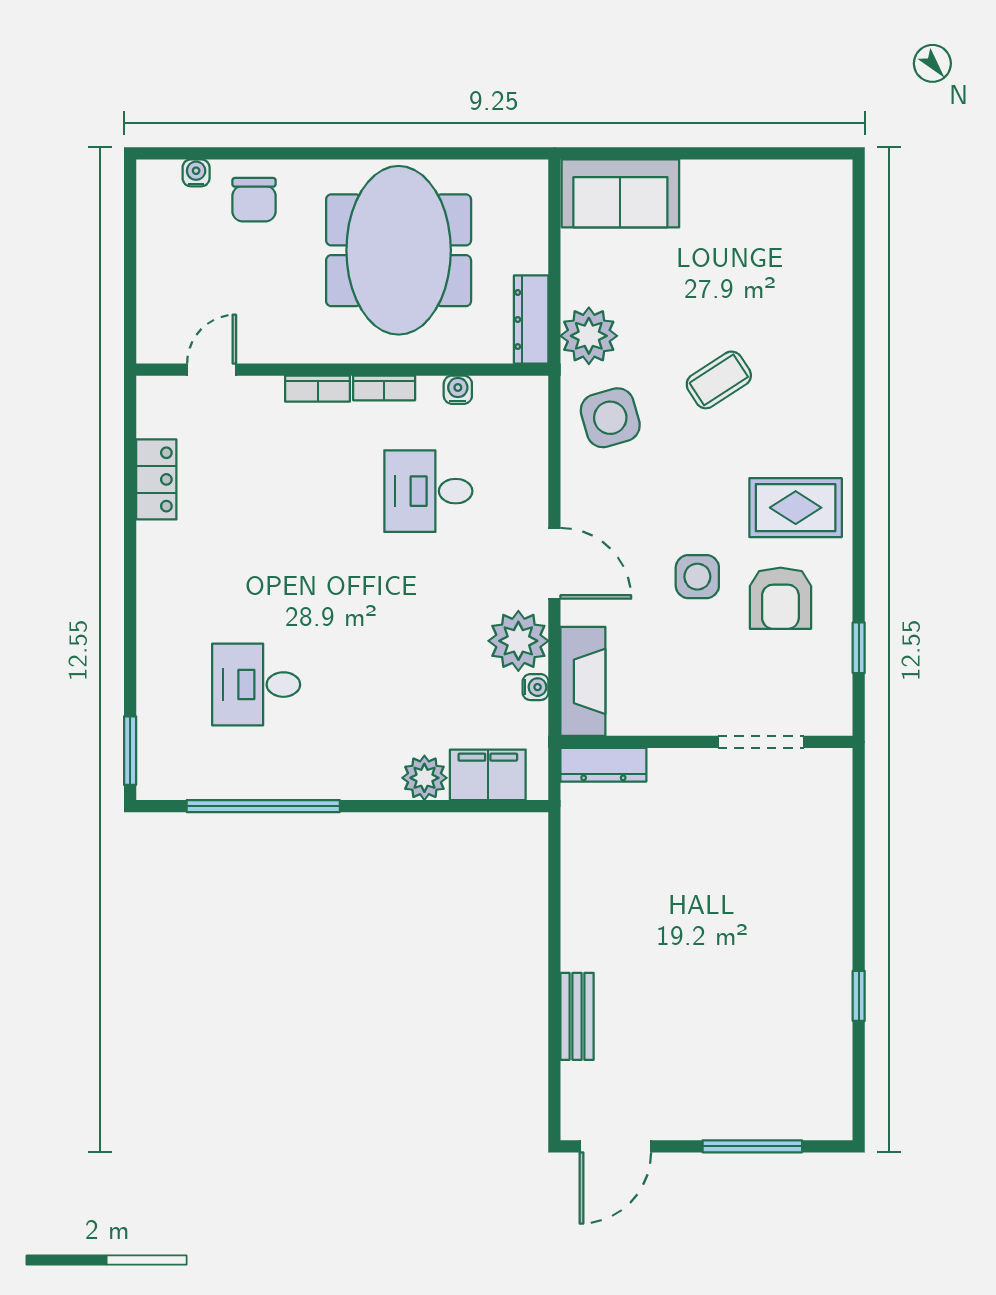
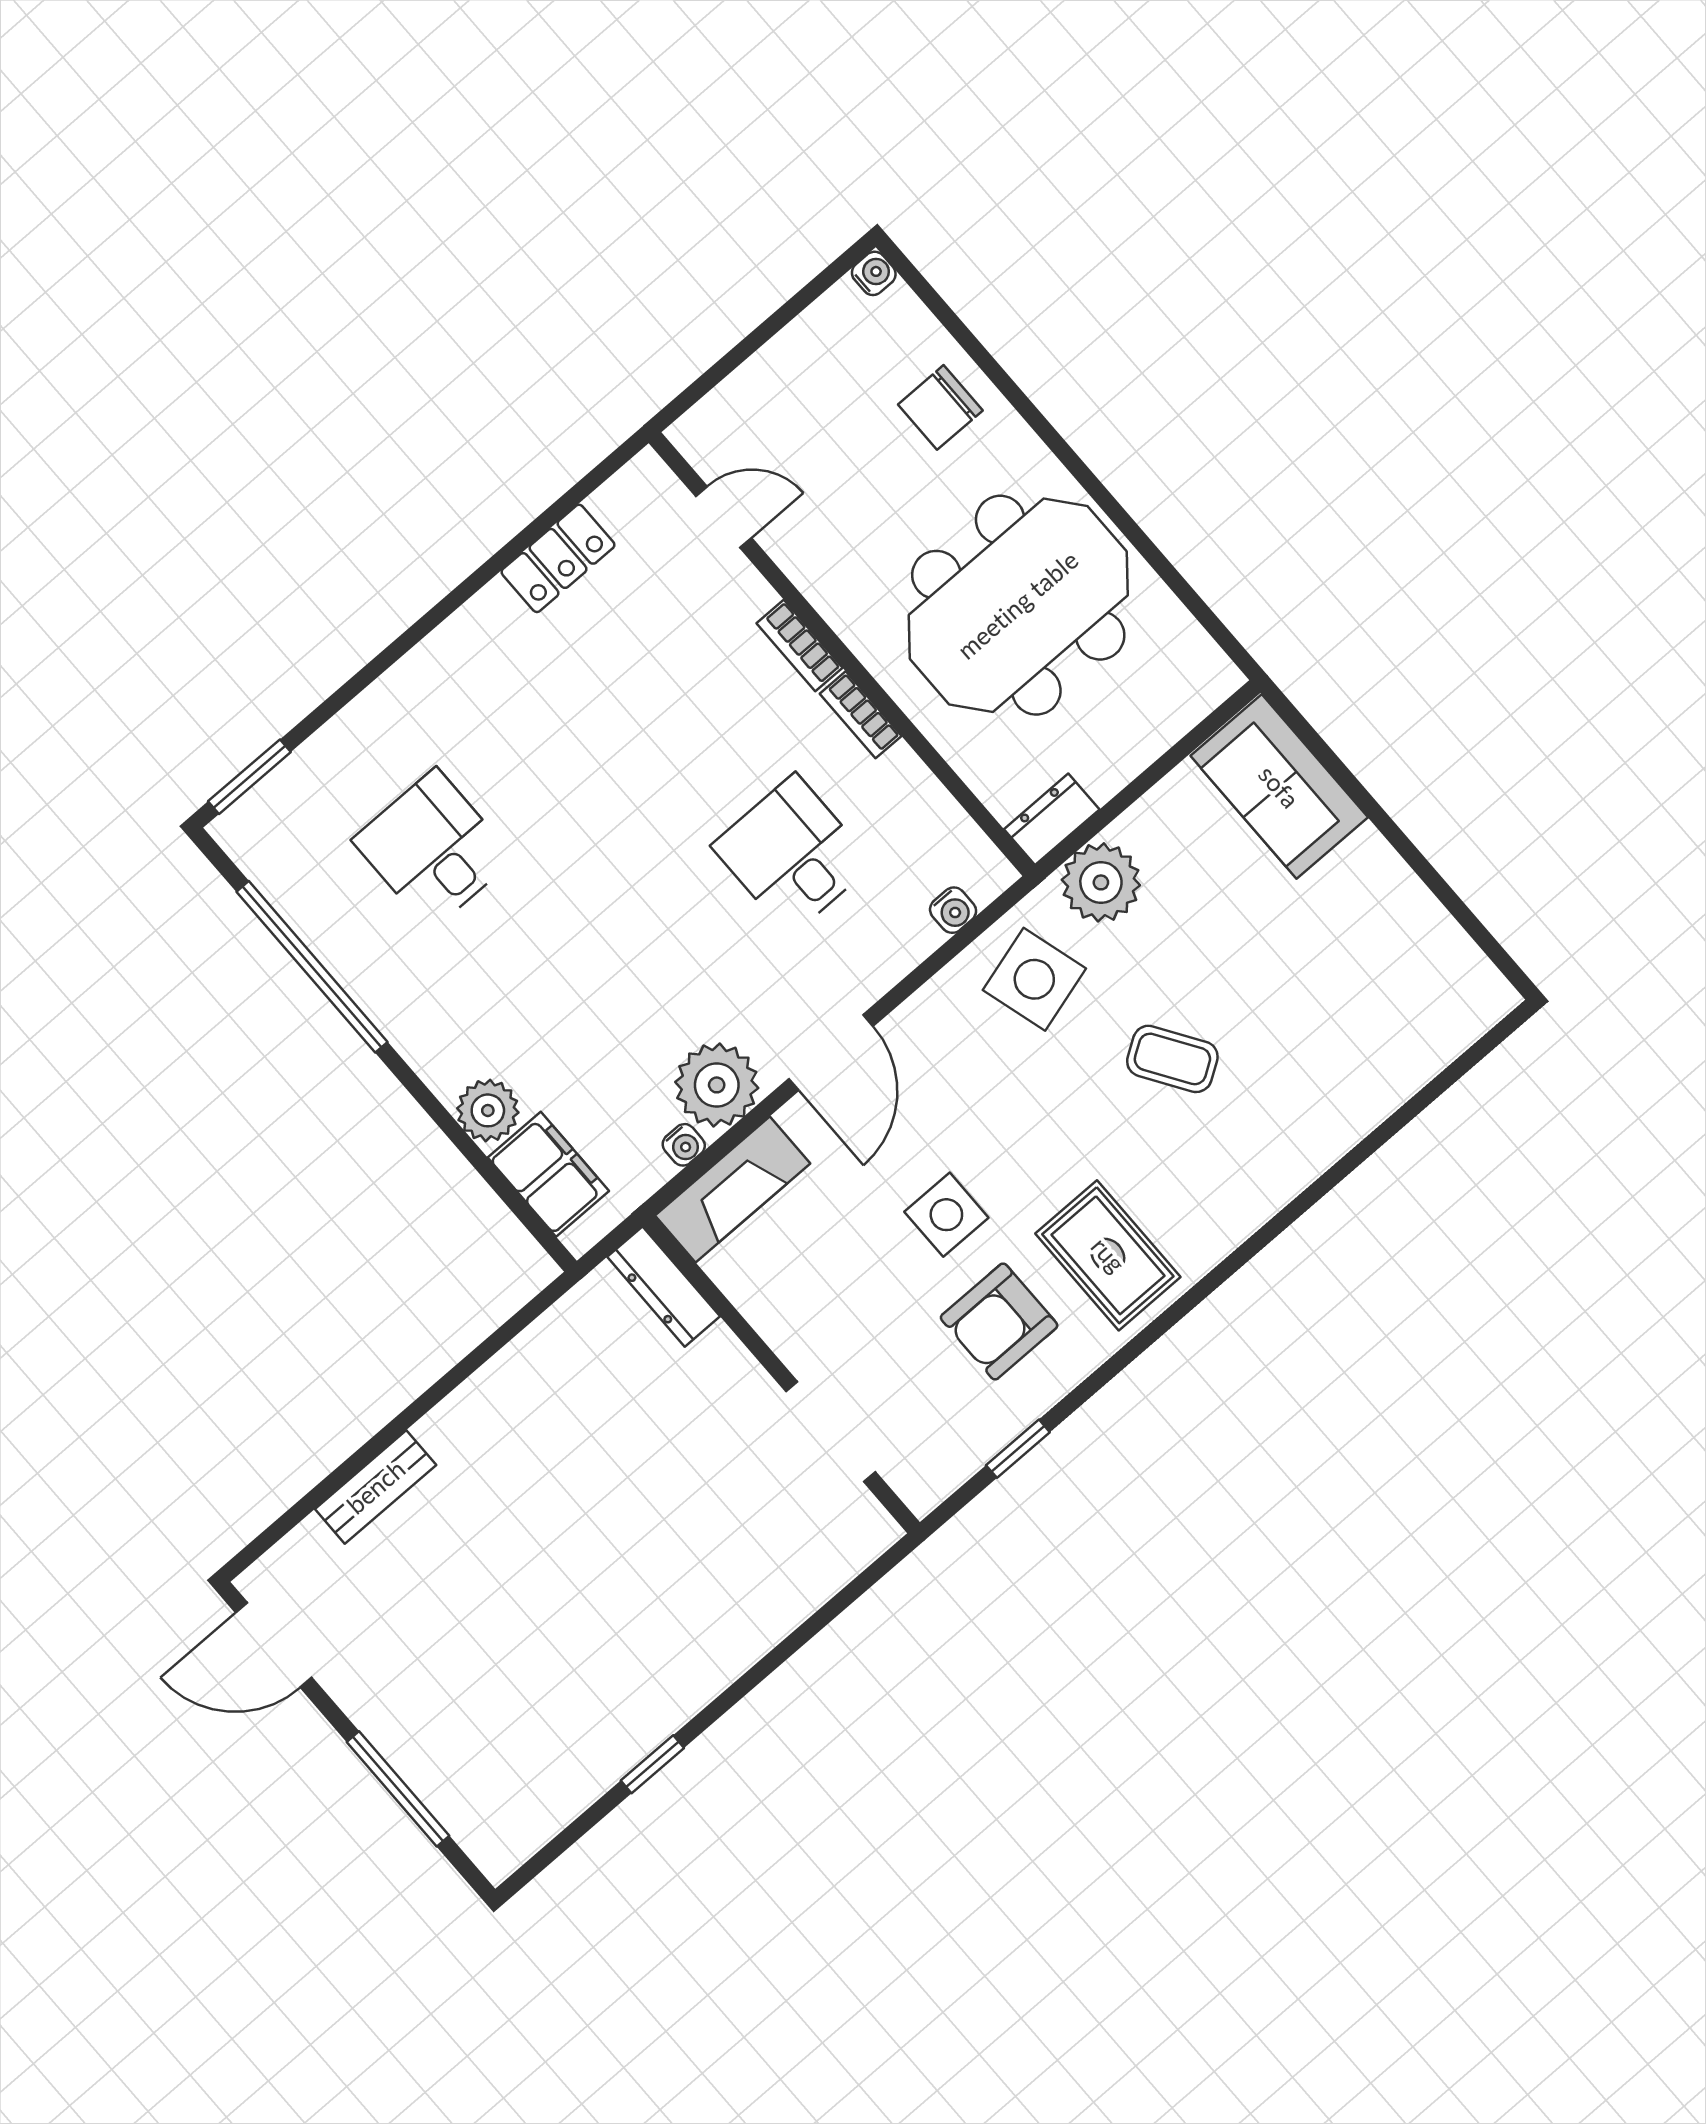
water cooler: (196, 173) -> (874, 273), moved
dresser: (531, 320) -> (1052, 819), width x0.70
water cooler: (458, 390) -> (953, 910), moved, turned 90

